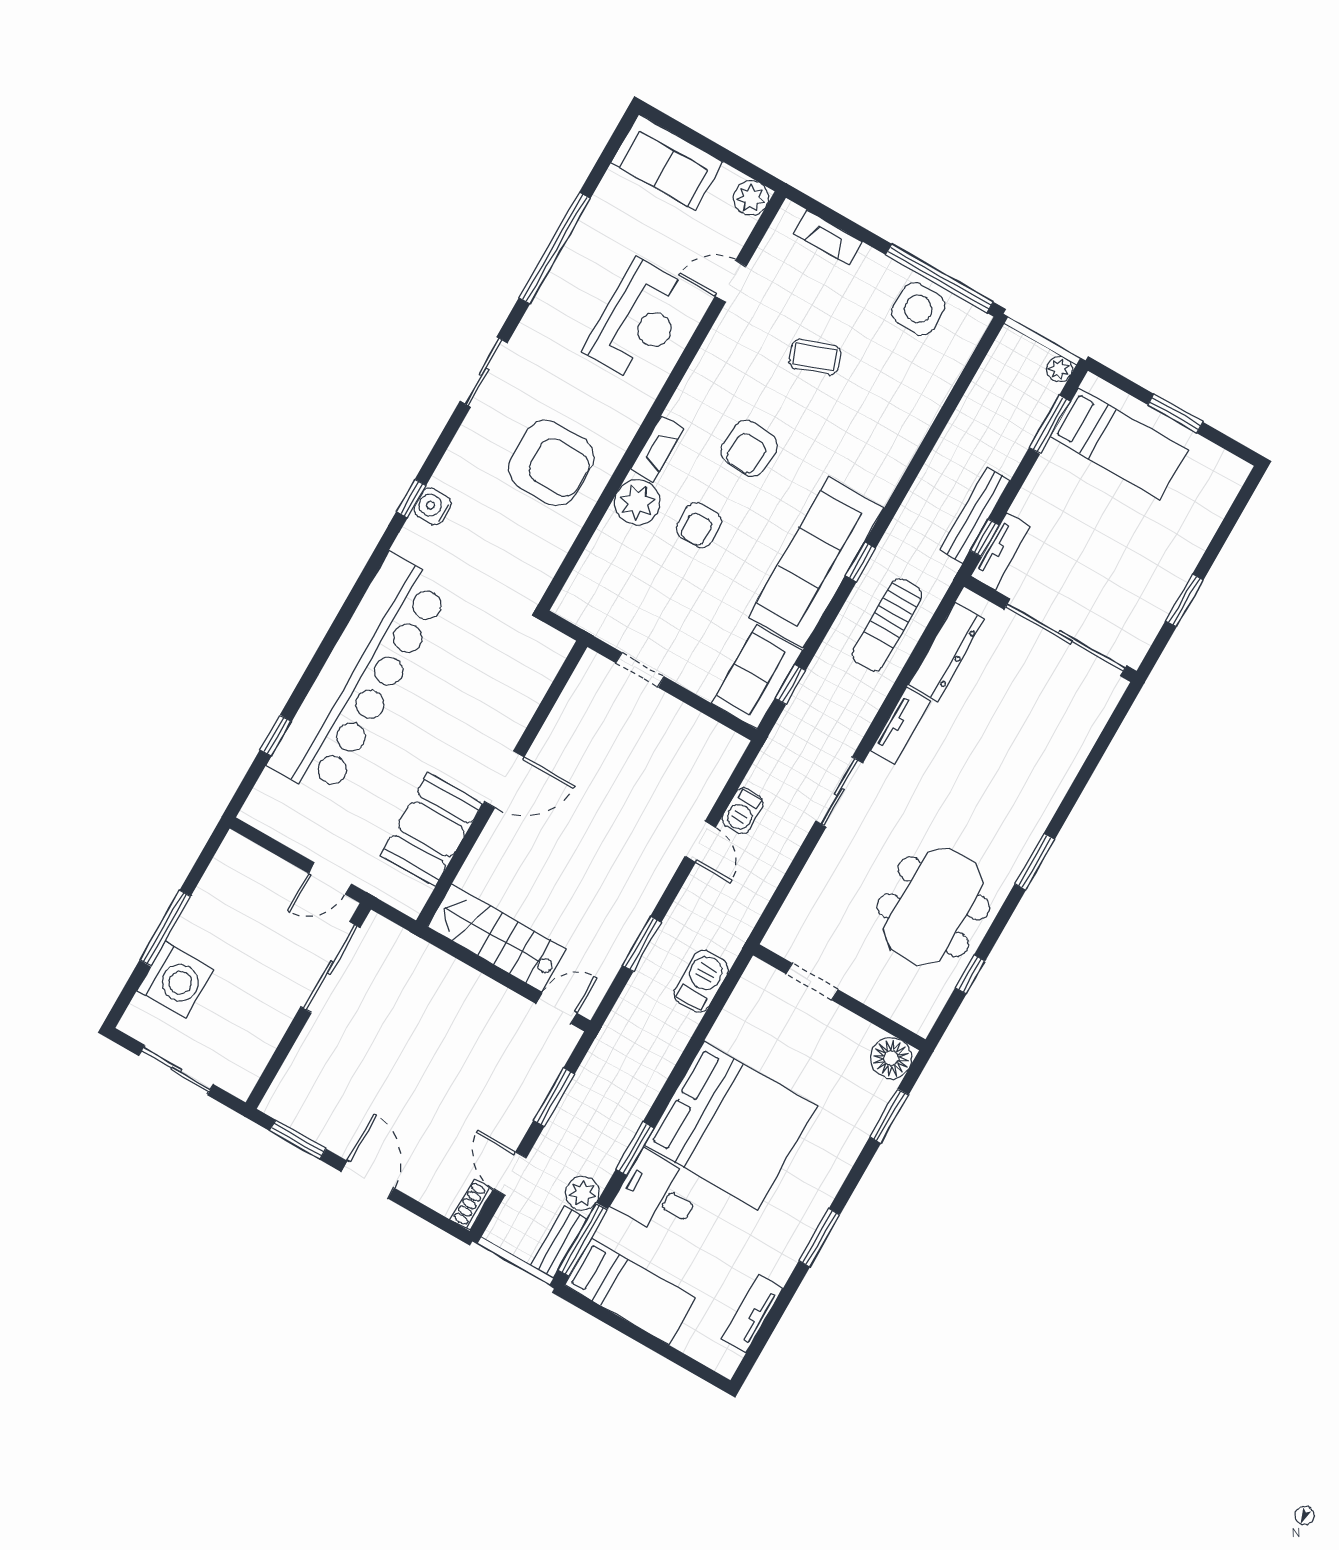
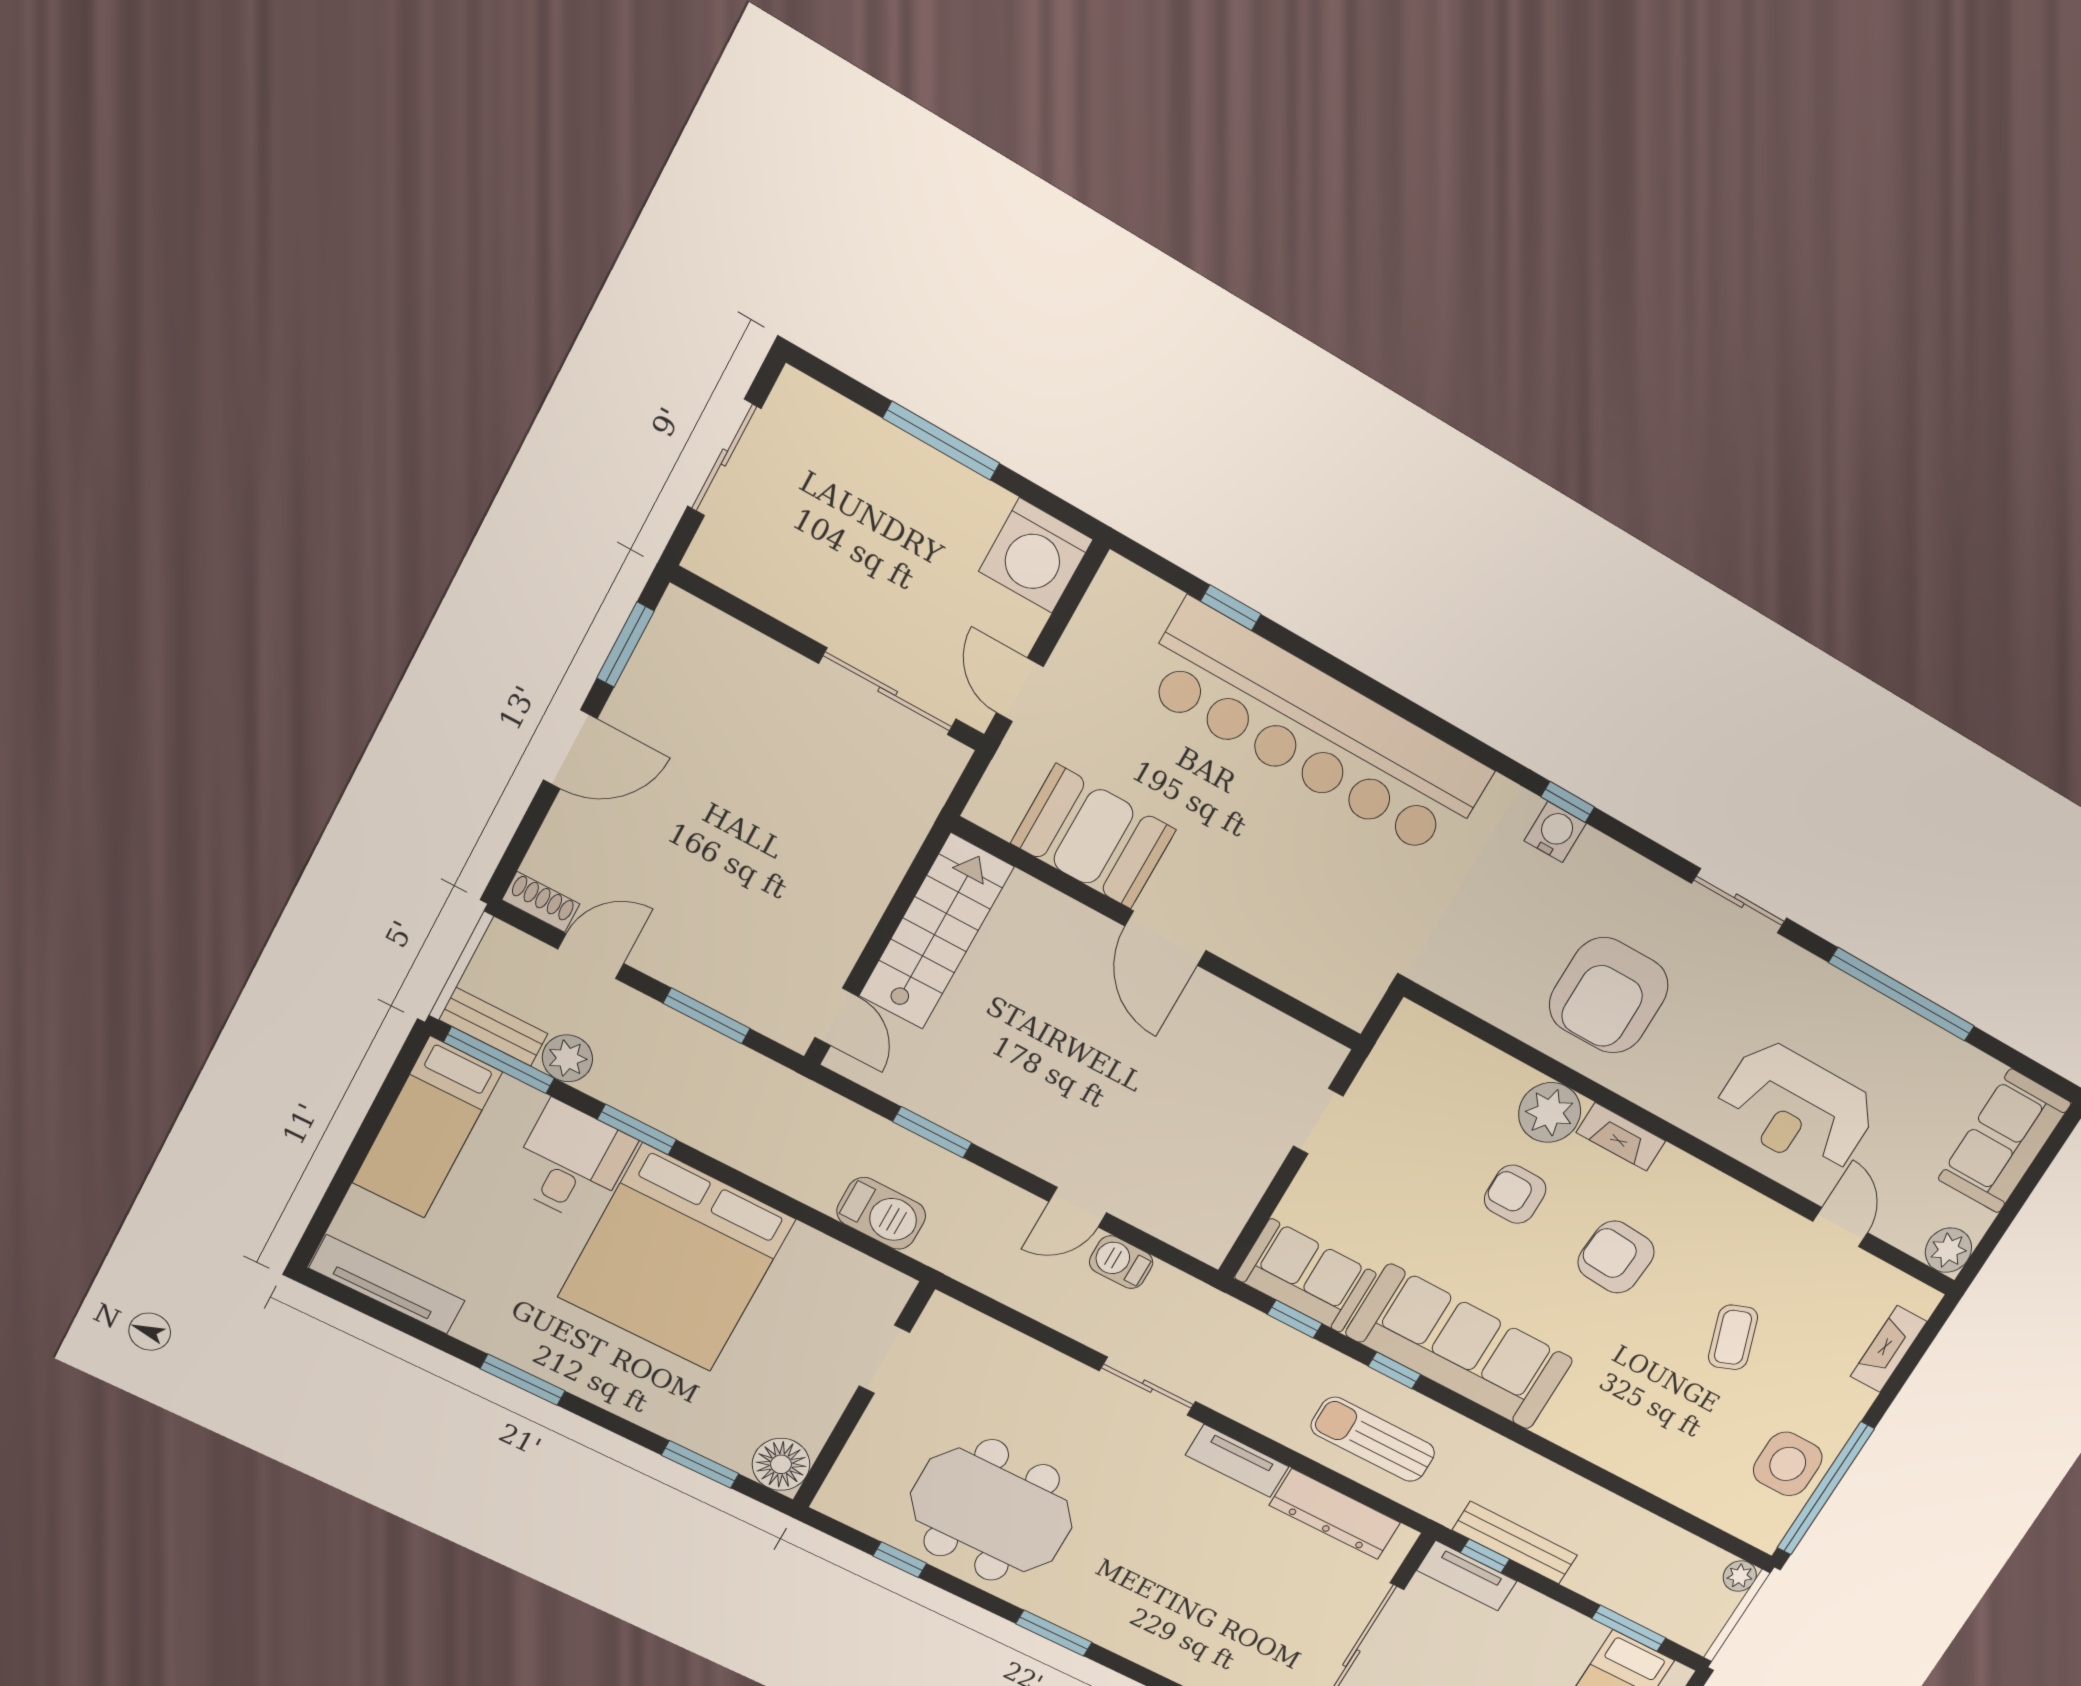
plant: (1059, 369) -> (1740, 1576), moved
window: (861, 562) -> (1394, 1370), moved
washing machine: (175, 980) -> (1036, 555), moved
tv unit: (752, 1314) -> (387, 1284), width x1.41

